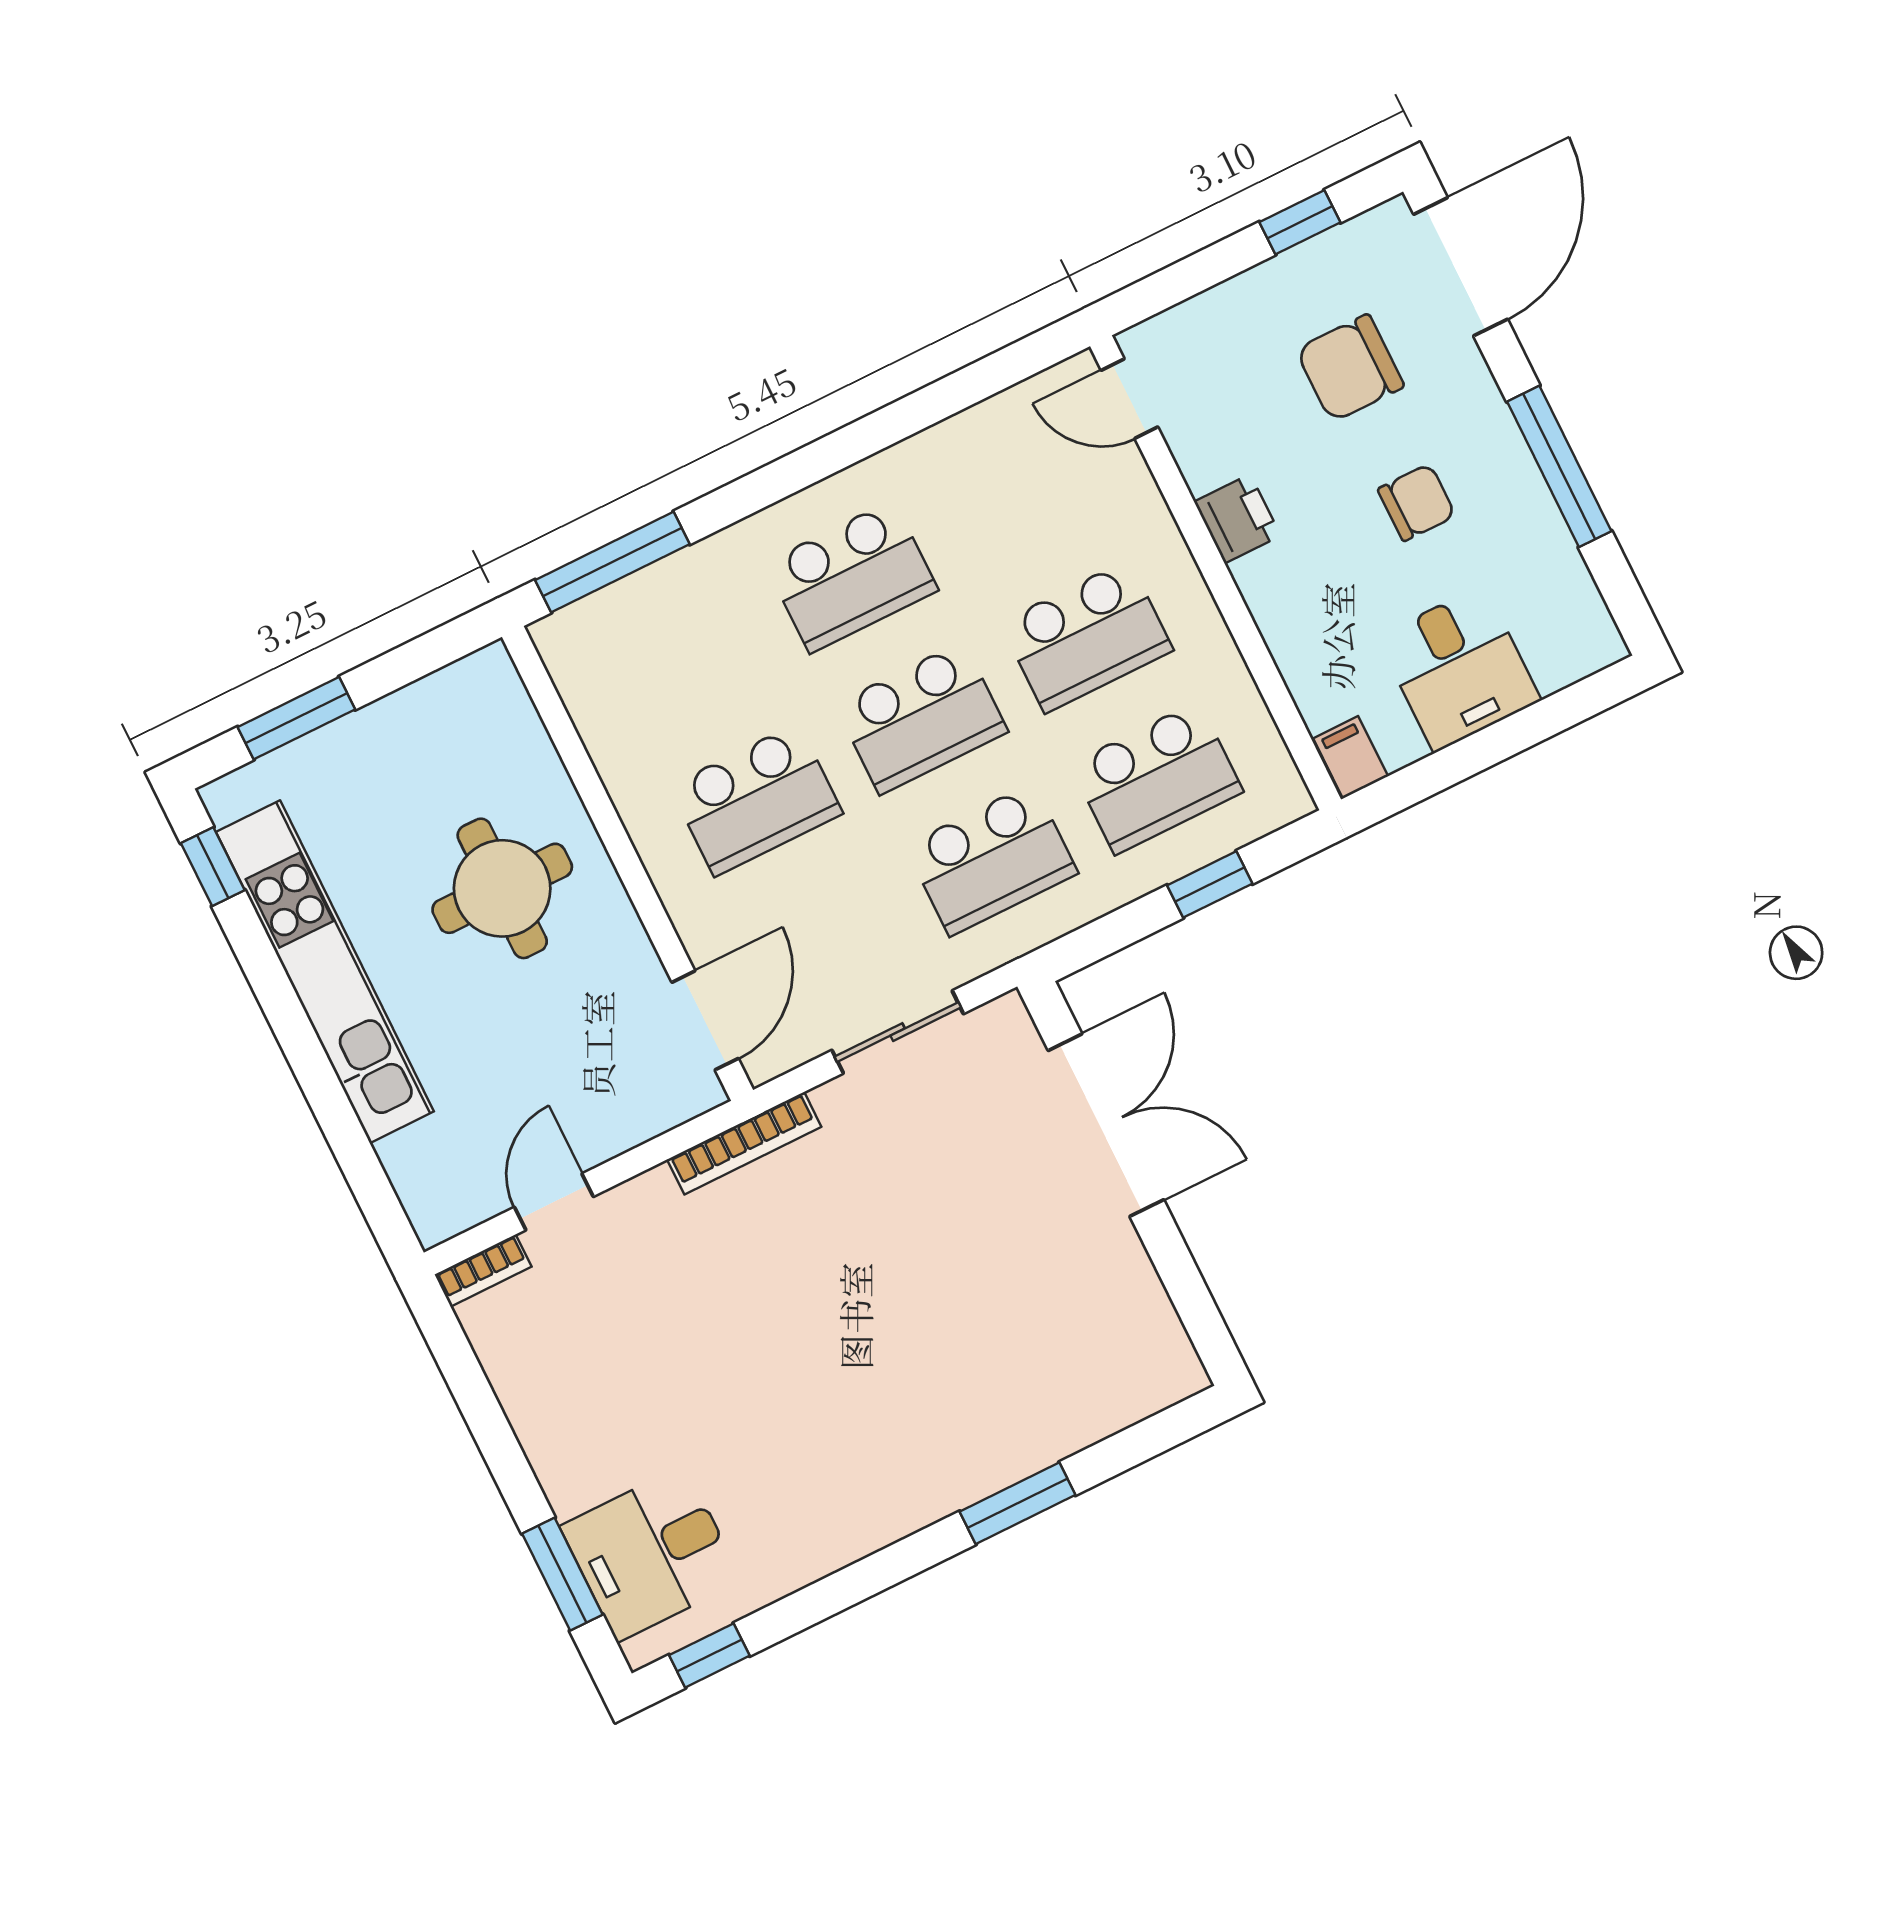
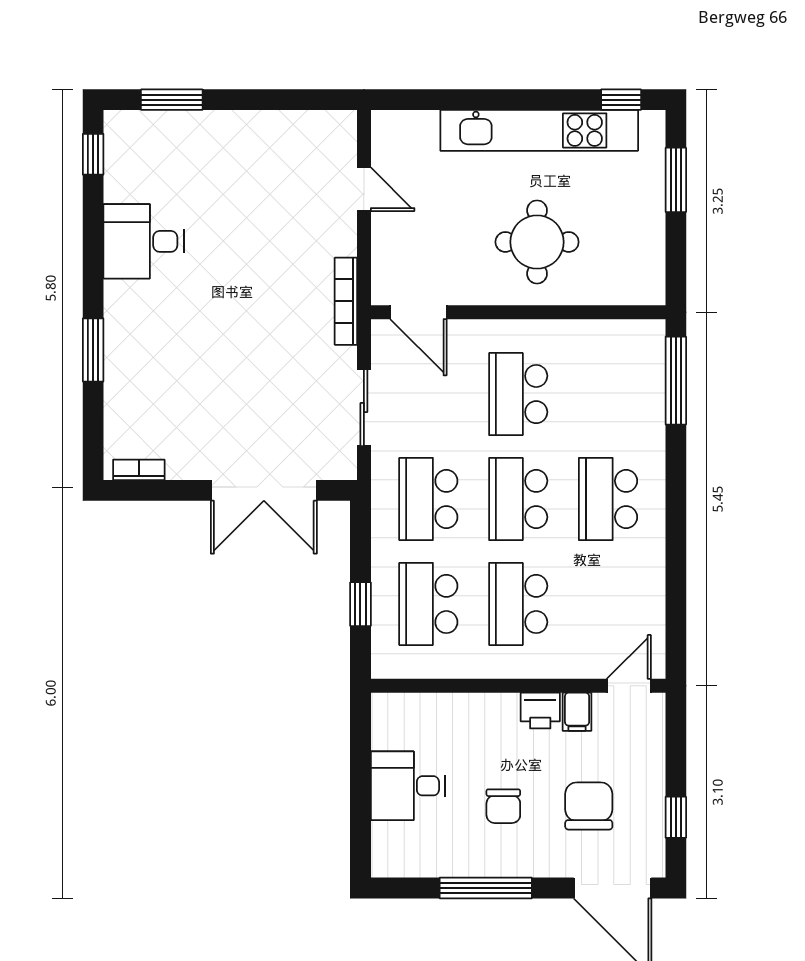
filing cabinet: (1351, 757) -> (577, 712), moved, turned 90
bookcase: (483, 1271) -> (139, 470), moved, turned 90
desk: (651, 1554) -> (144, 241), moved, turned -90

